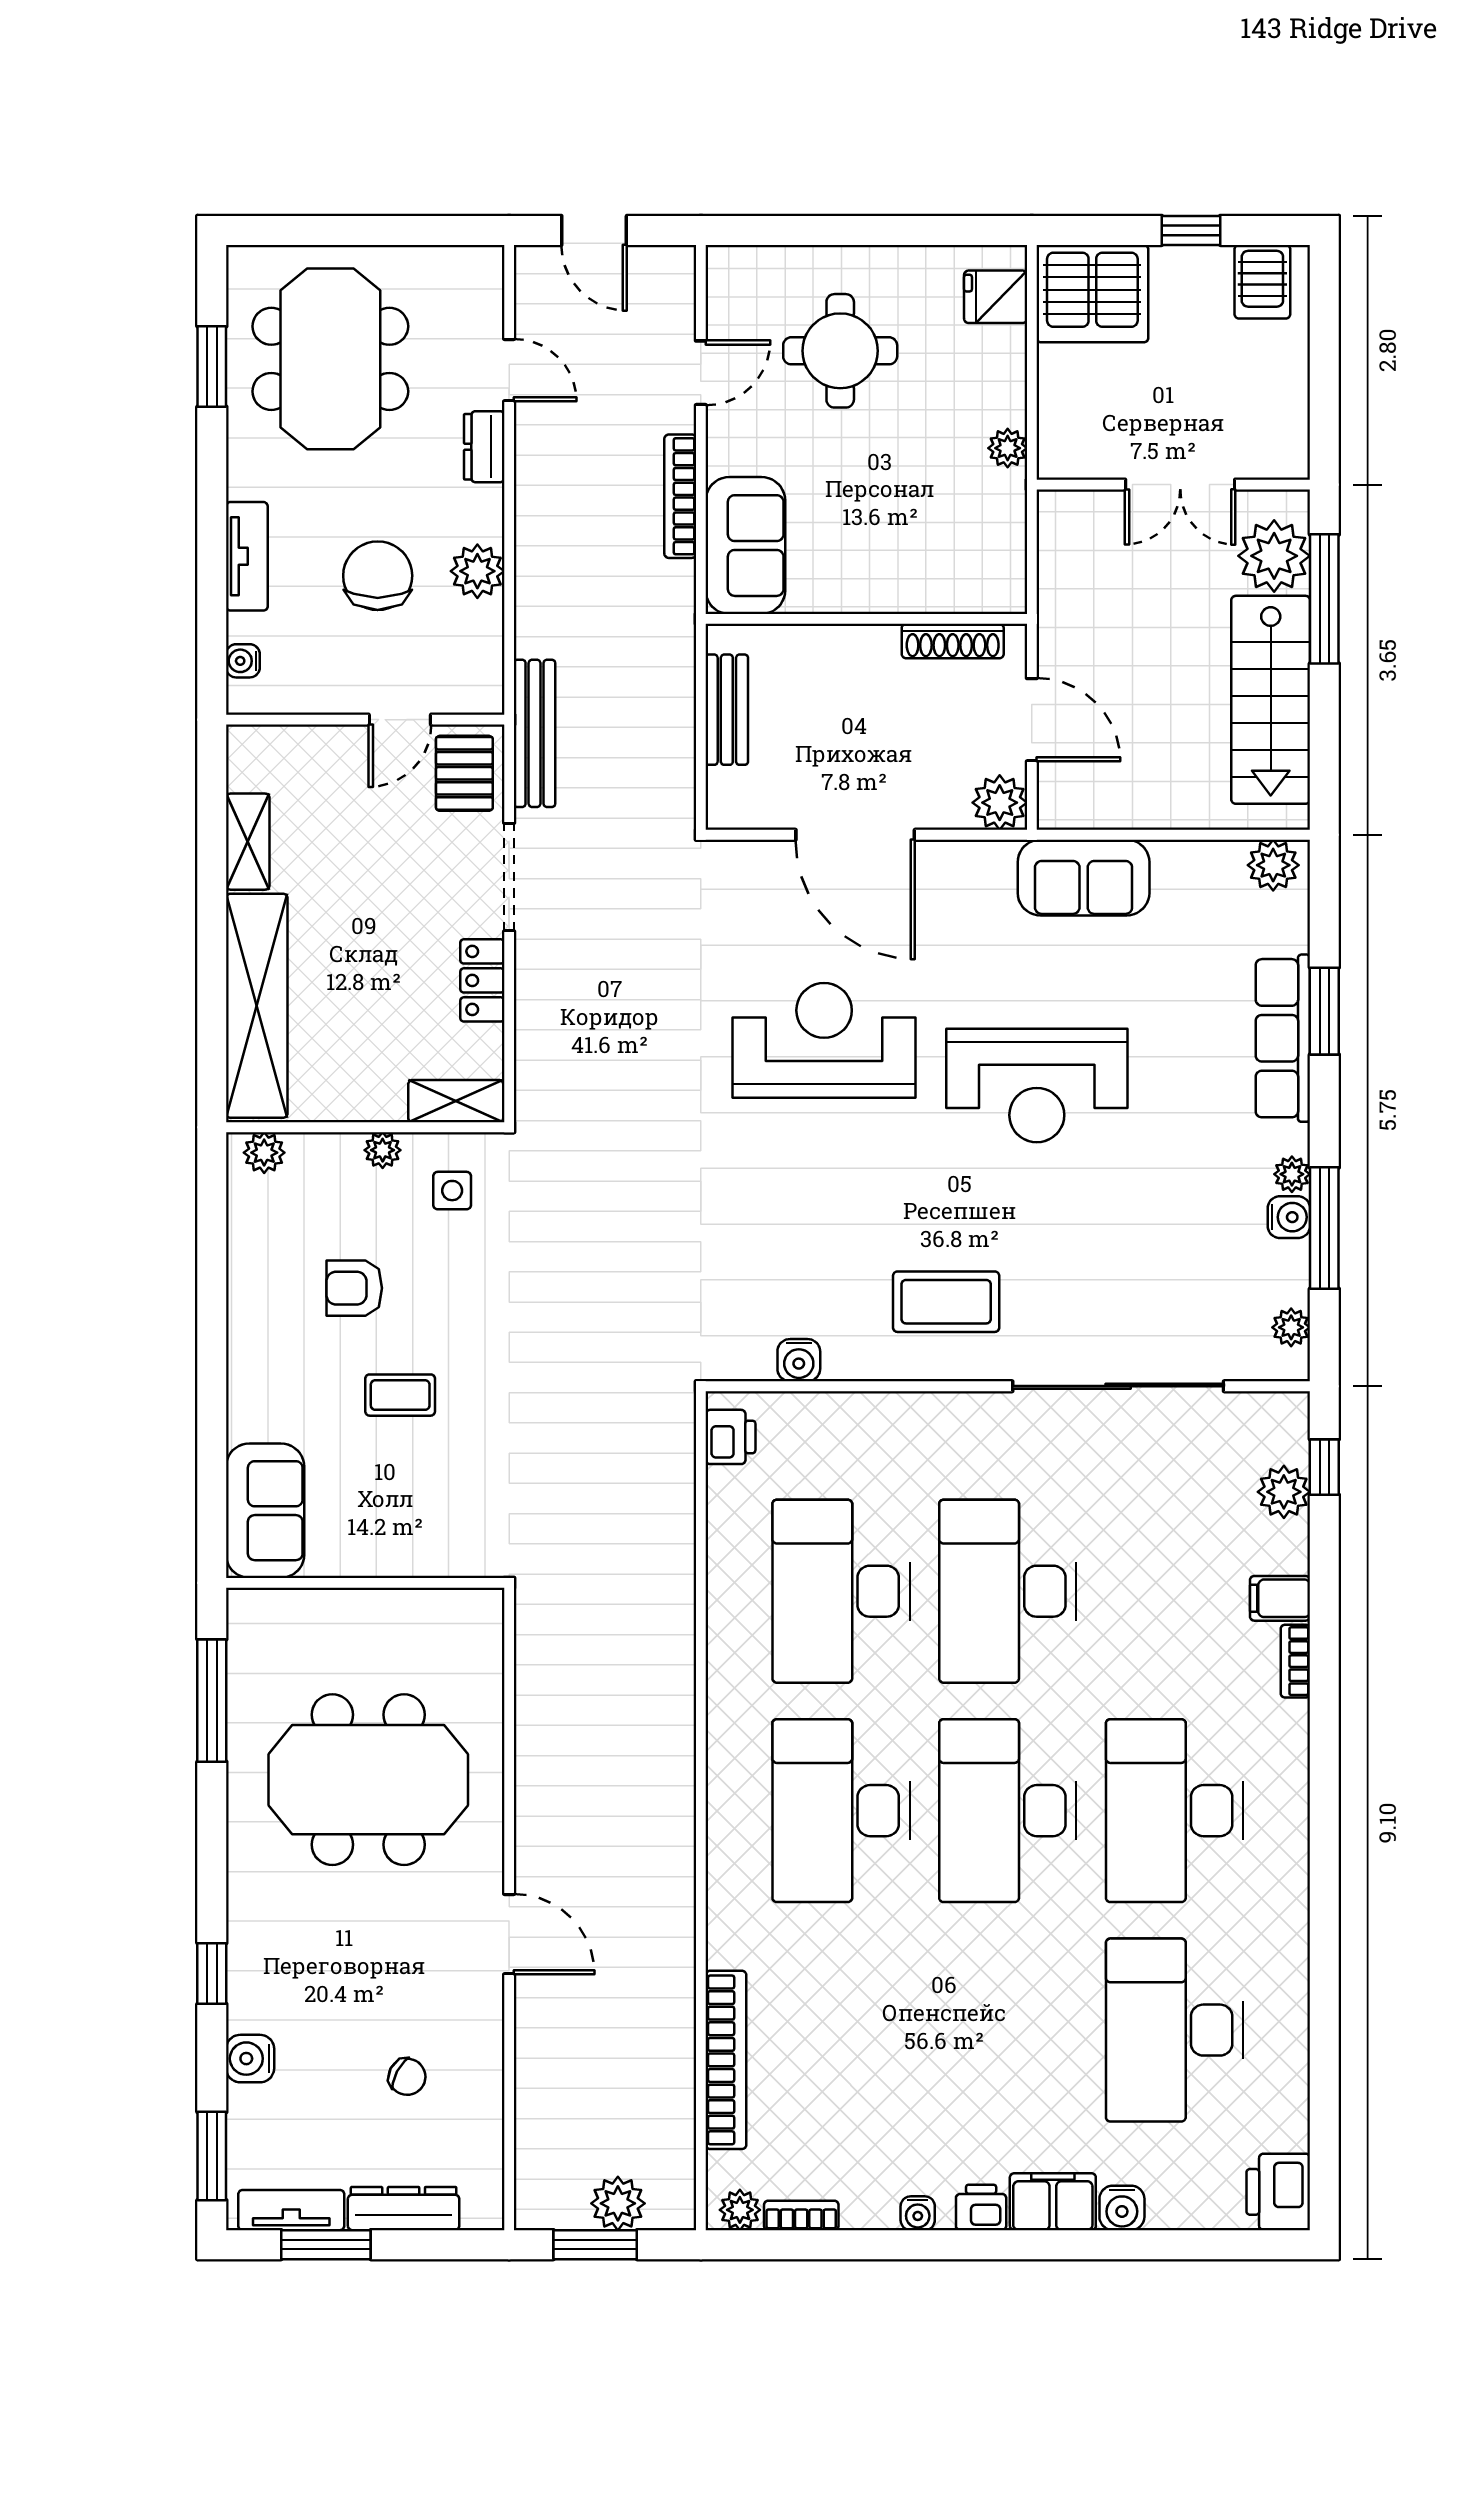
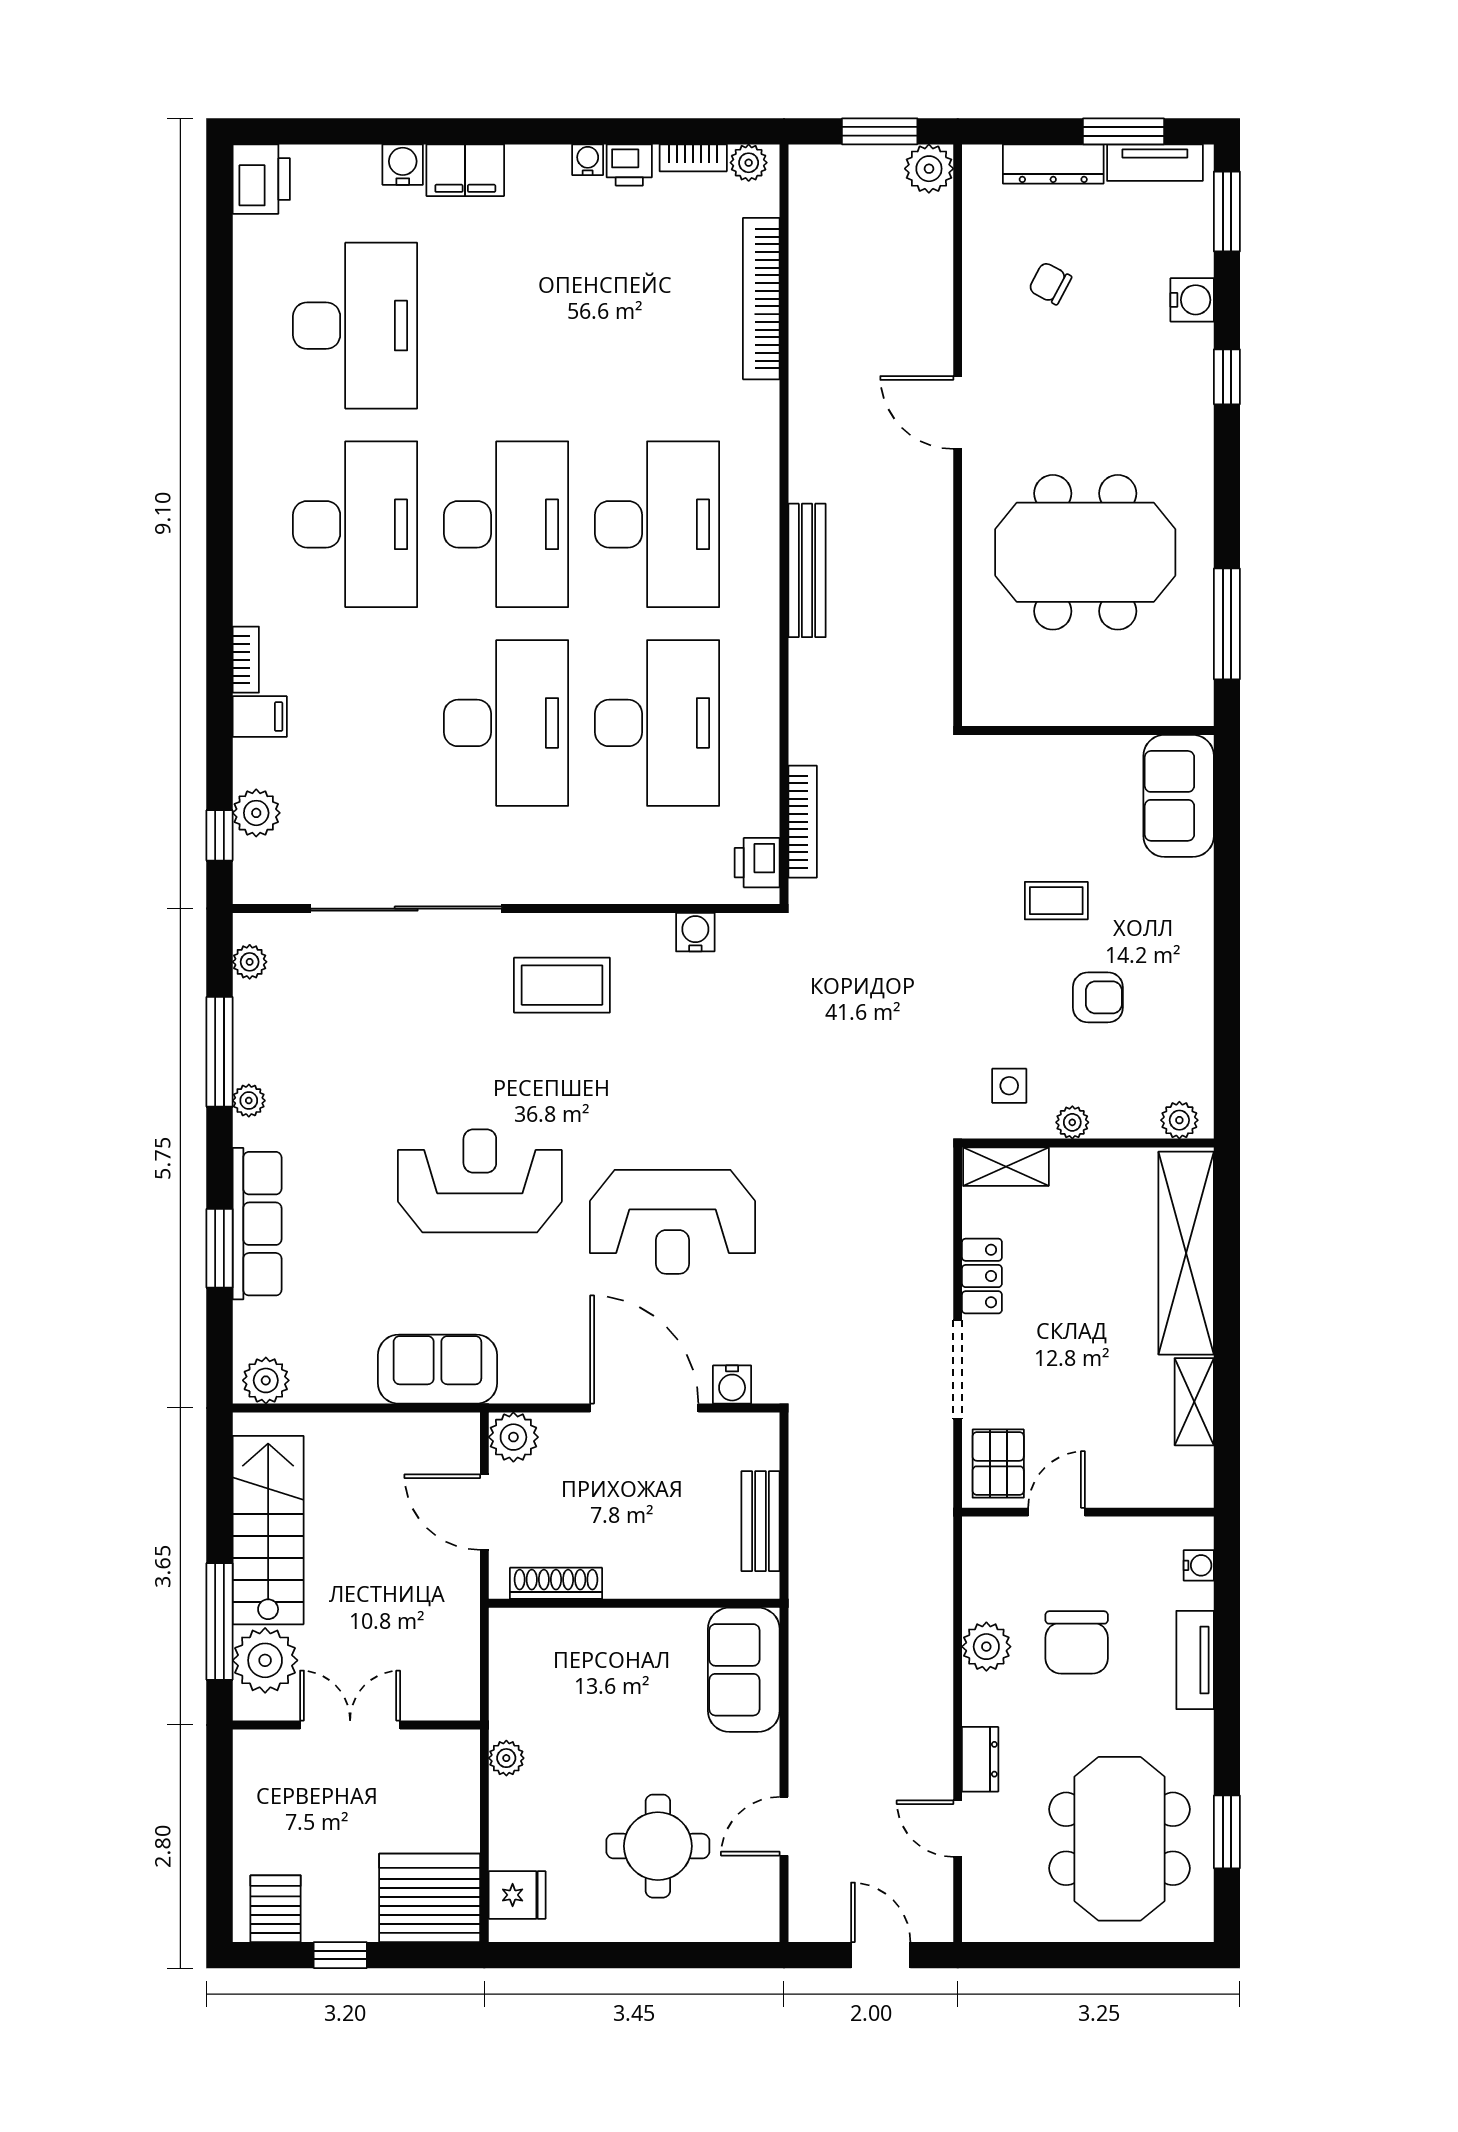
bookcase: (680, 496) -> (803, 822), moved
bench: (535, 733) -> (807, 570), moved
water cooler: (1289, 1217) -> (732, 1384), moved, turned -90
plant: (618, 2203) -> (929, 169), moved
printer: (981, 2207) -> (629, 165), moved

